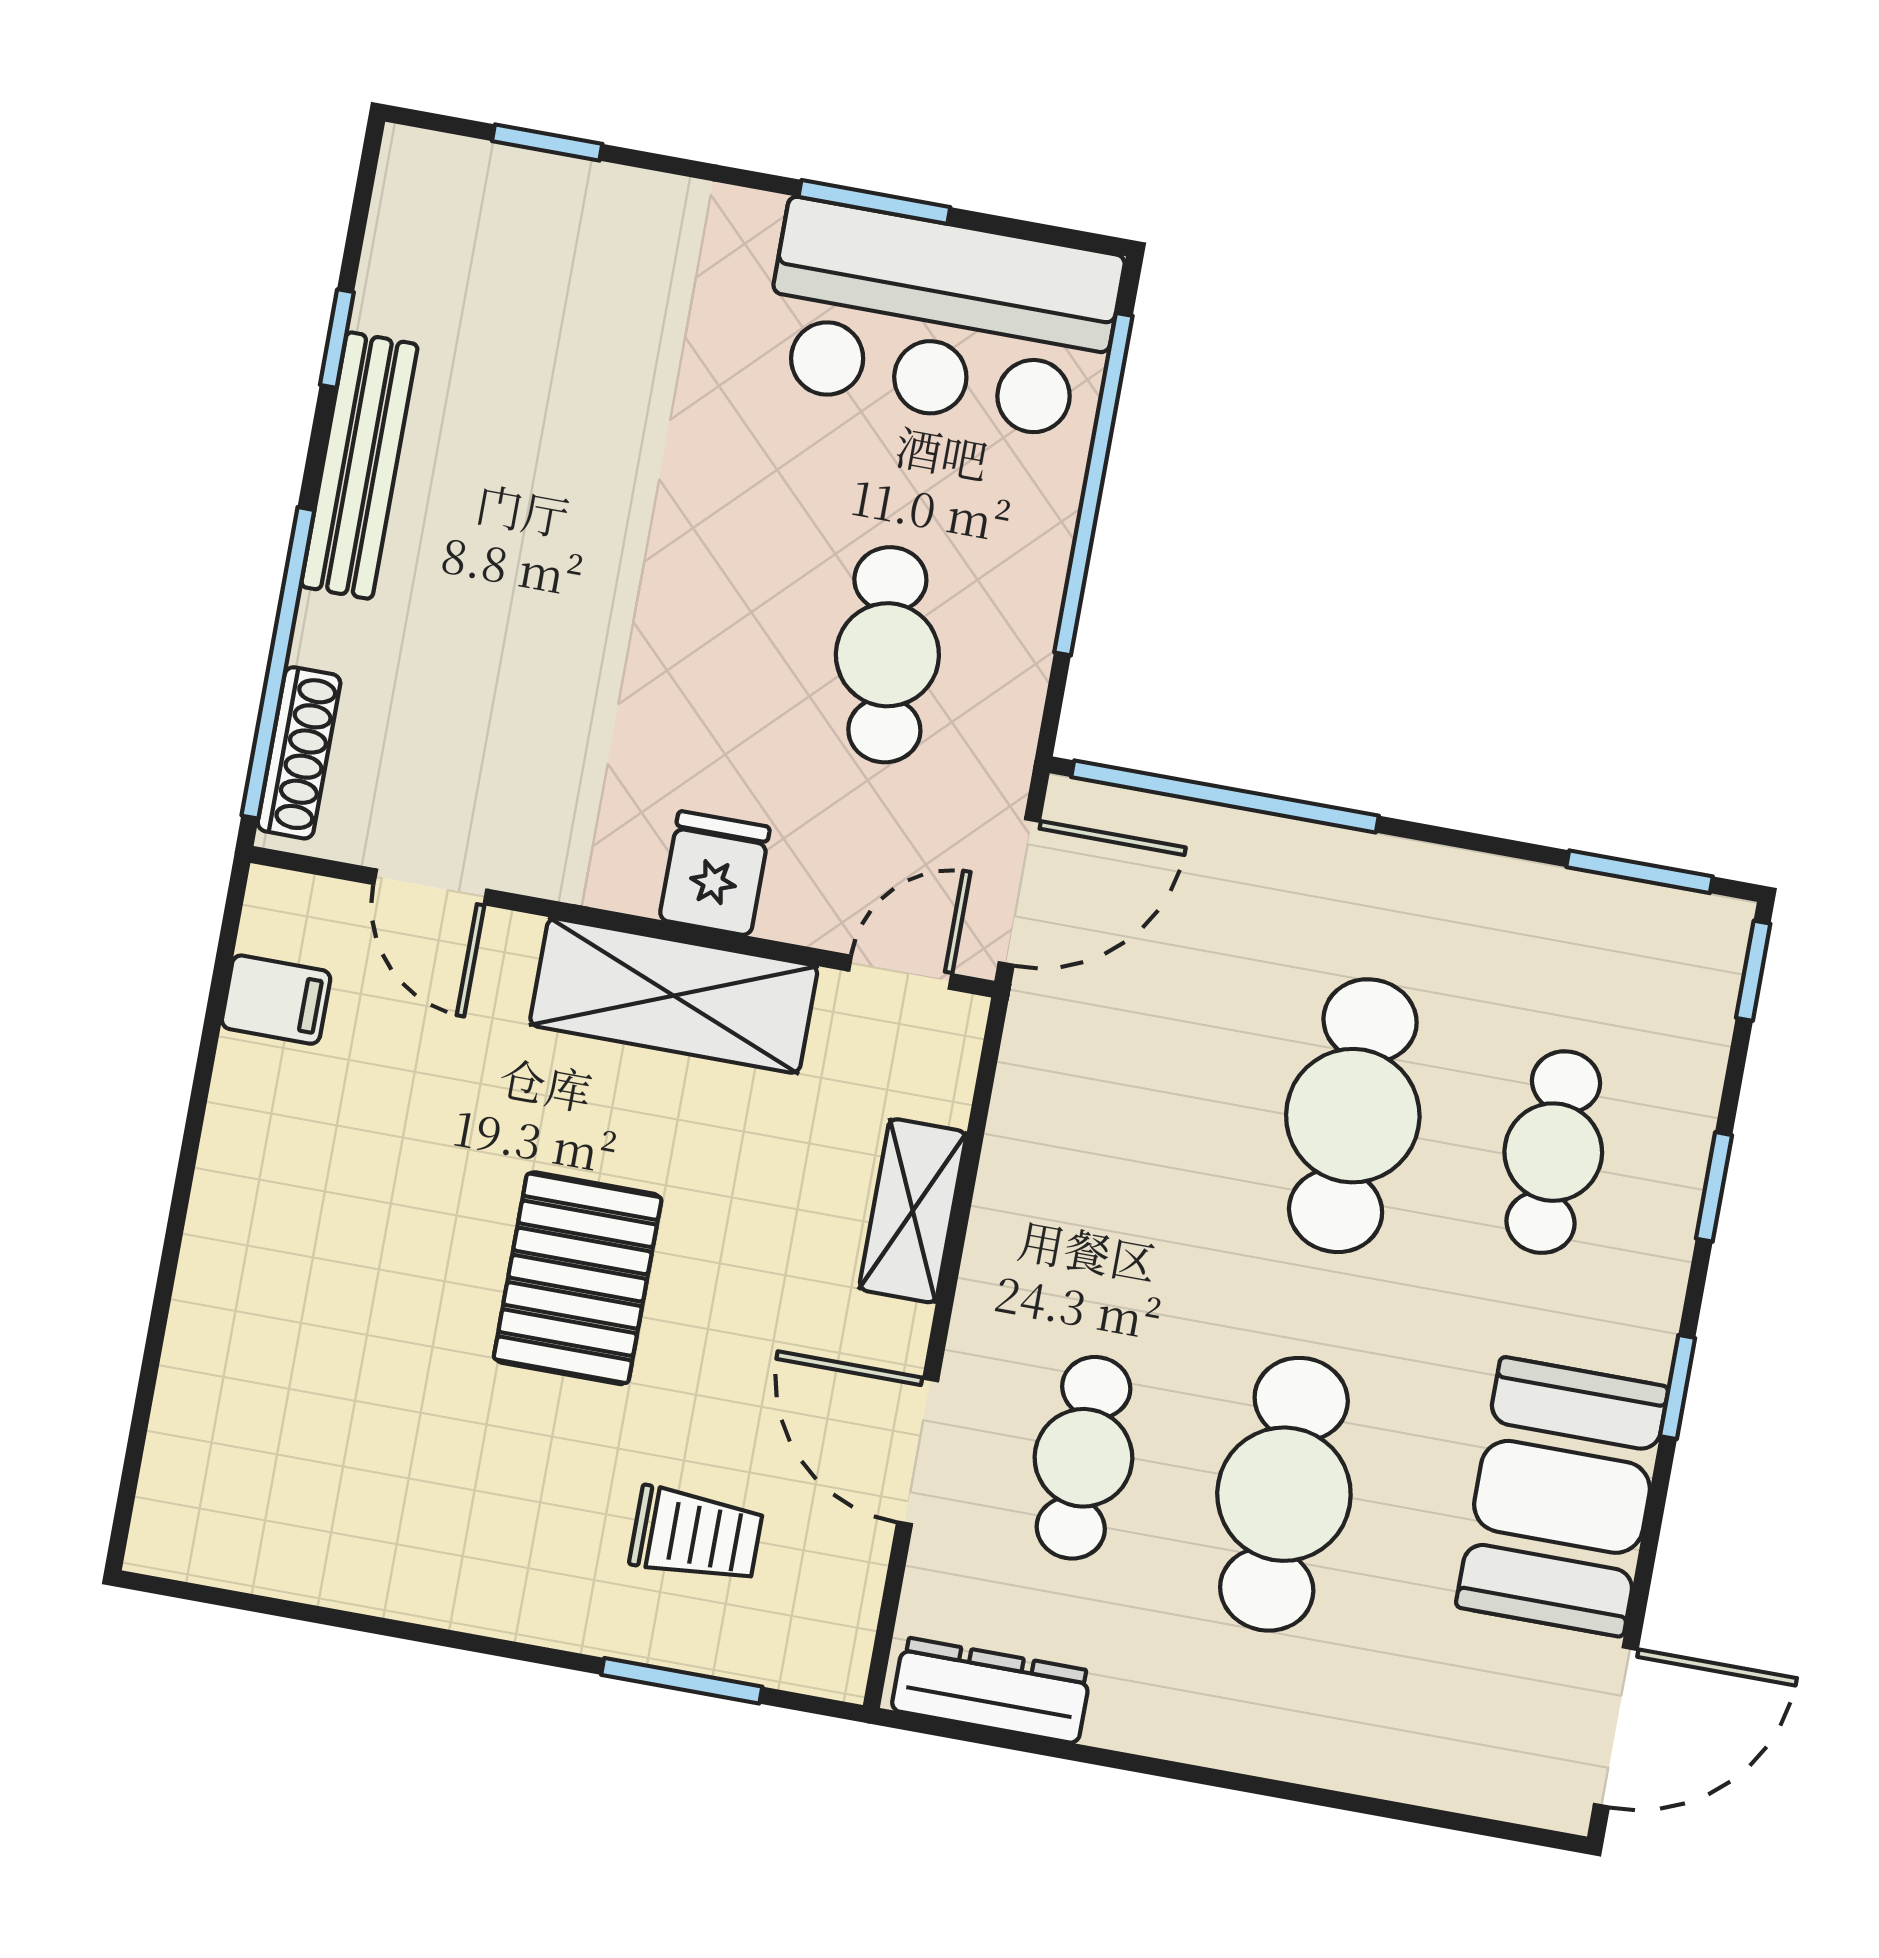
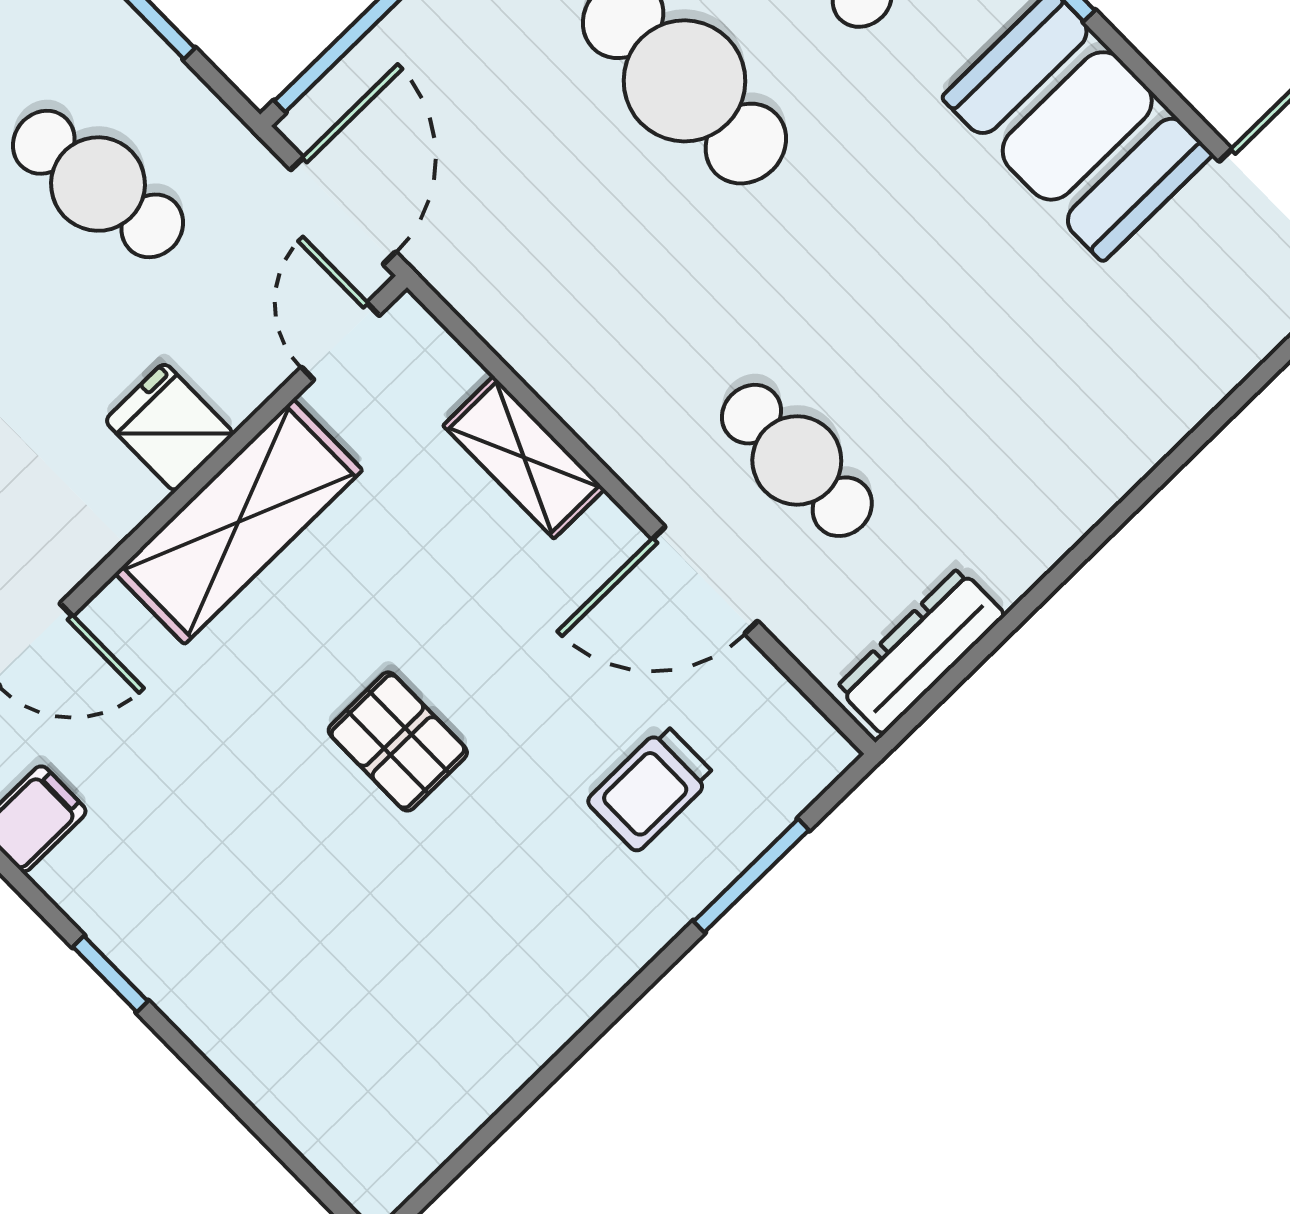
window: (186, 1168) -> (110, 974), added
pallet: (578, 1278) -> (398, 741), width x0.67, depth x0.71
cafe table: (1284, 1494) -> (929, 331), removed
trolley: (696, 1535) -> (651, 788), turned 180

